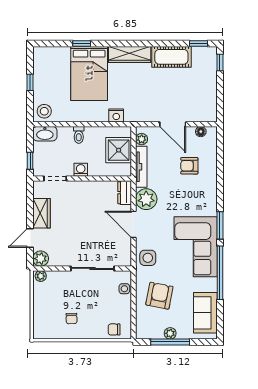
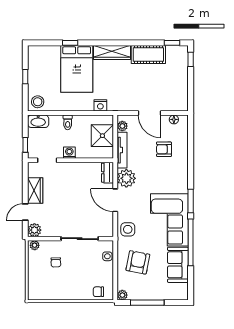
sofa: (205, 313) -> (178, 265), moved
chair: (72, 319) -> (56, 262), moved
plant: (170, 333) -> (122, 295), moved

